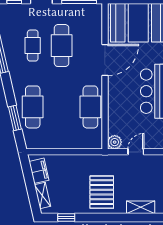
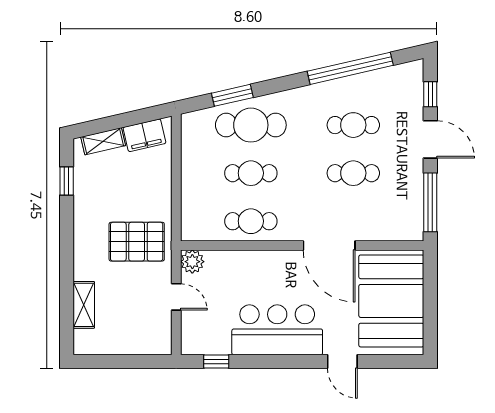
cafe table: (62, 46) -> (353, 173), width x0.73, depth x0.74
cafe table: (62, 107) -> (251, 173), added
cafe table: (90, 107) -> (251, 221), width x0.73, depth x0.74
pallet: (102, 192) -> (137, 242), moved

